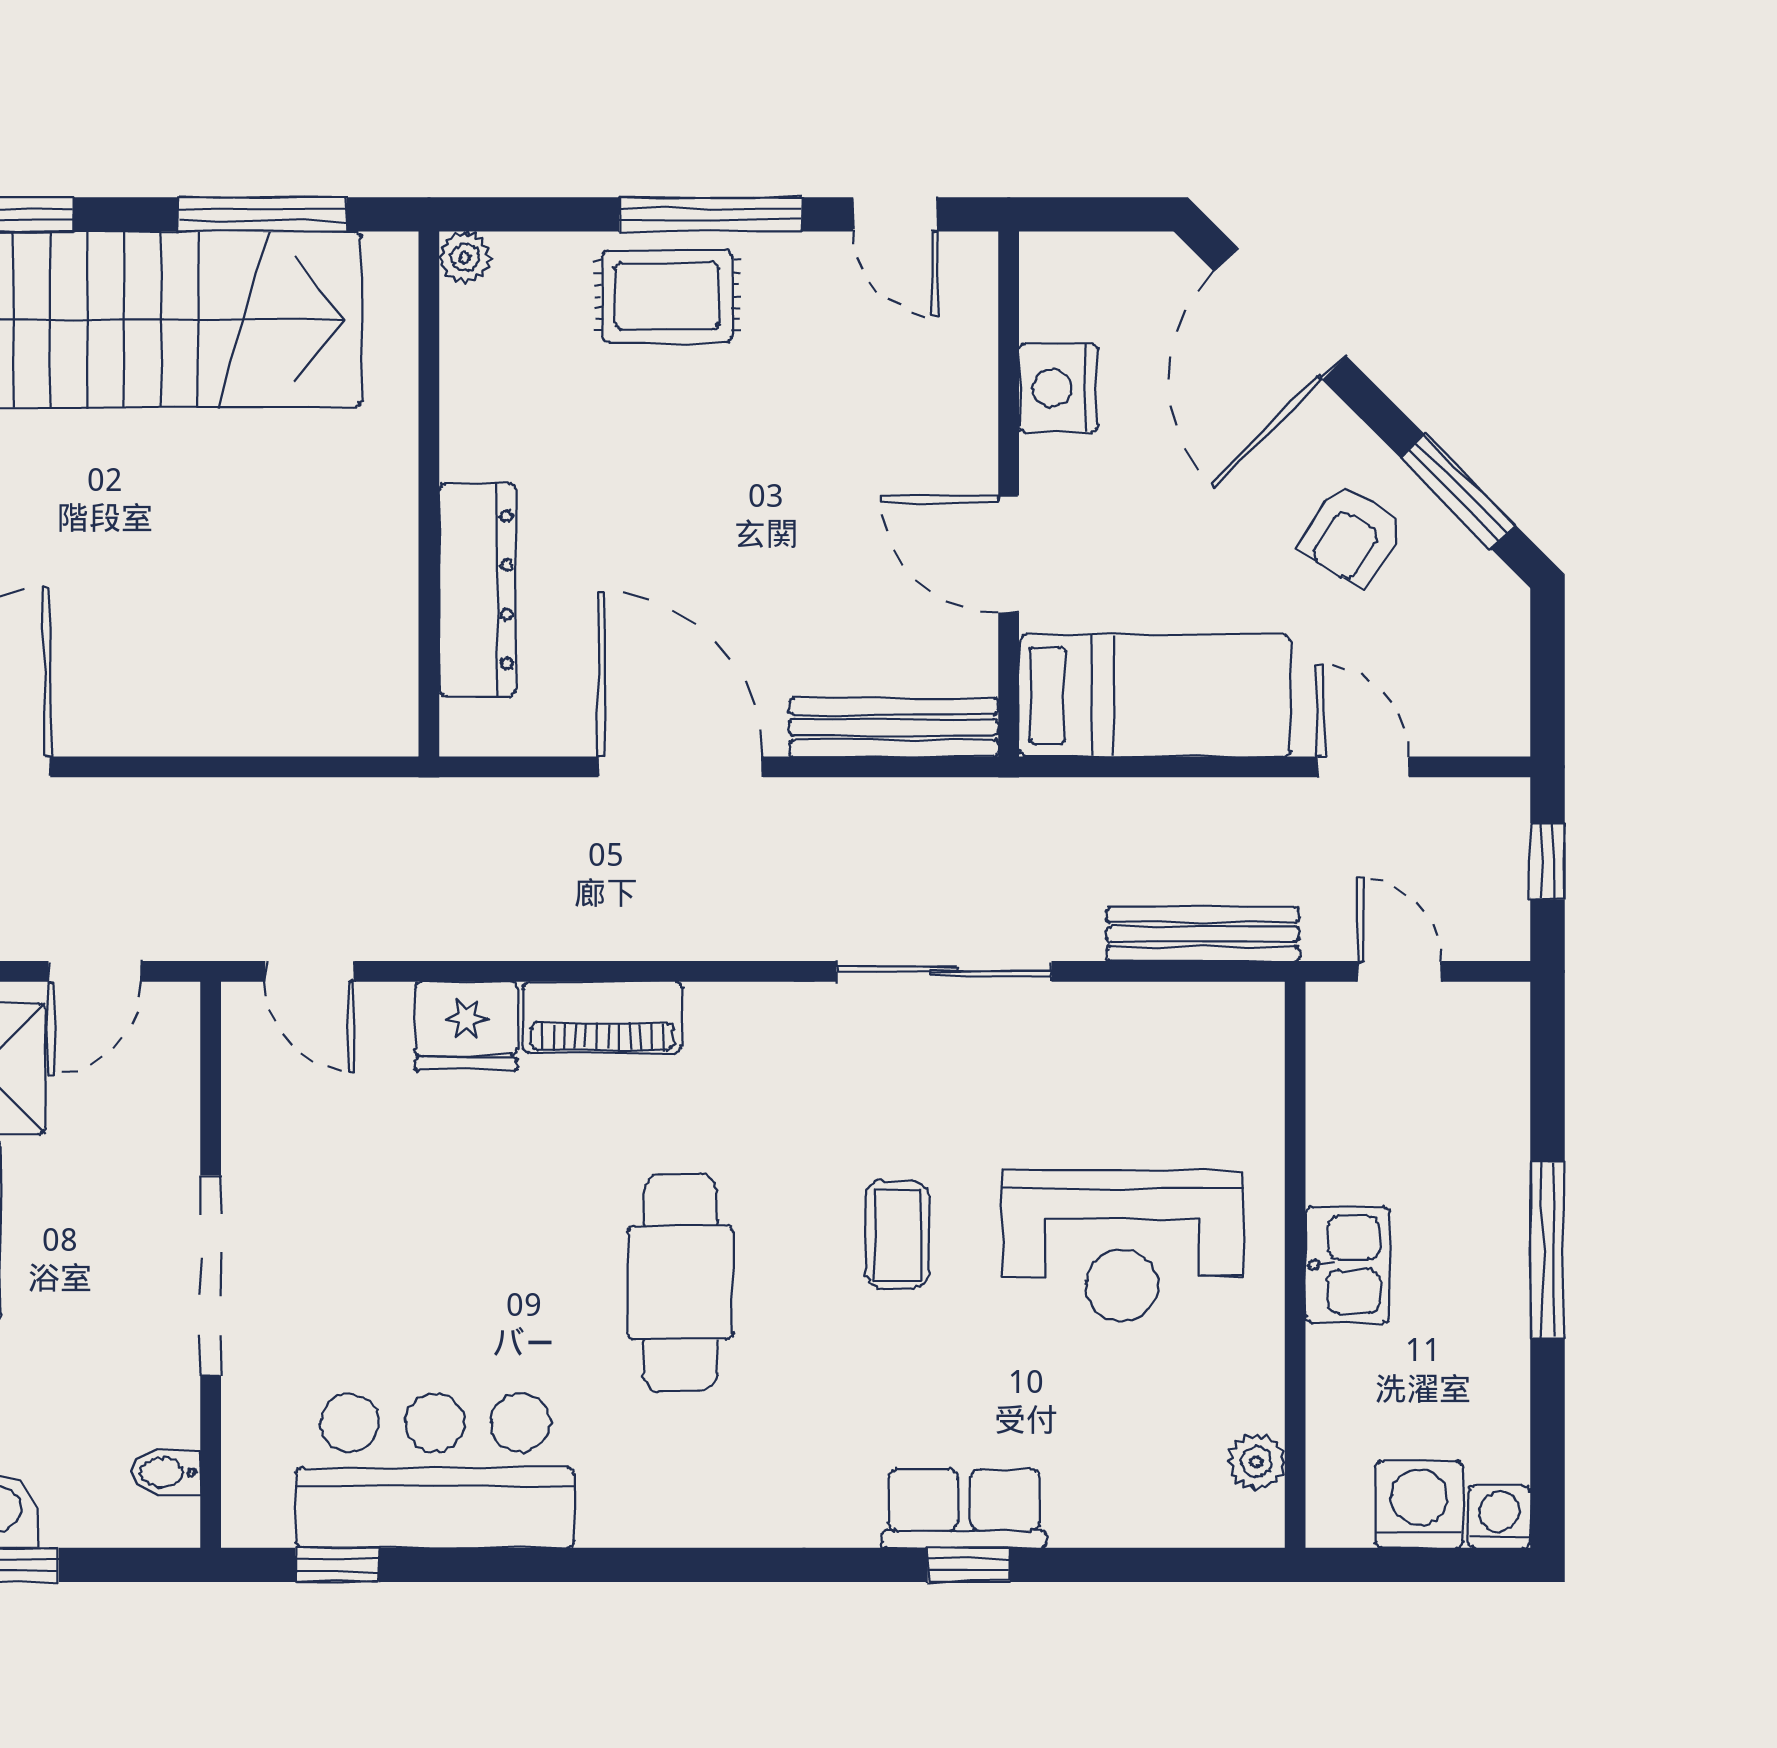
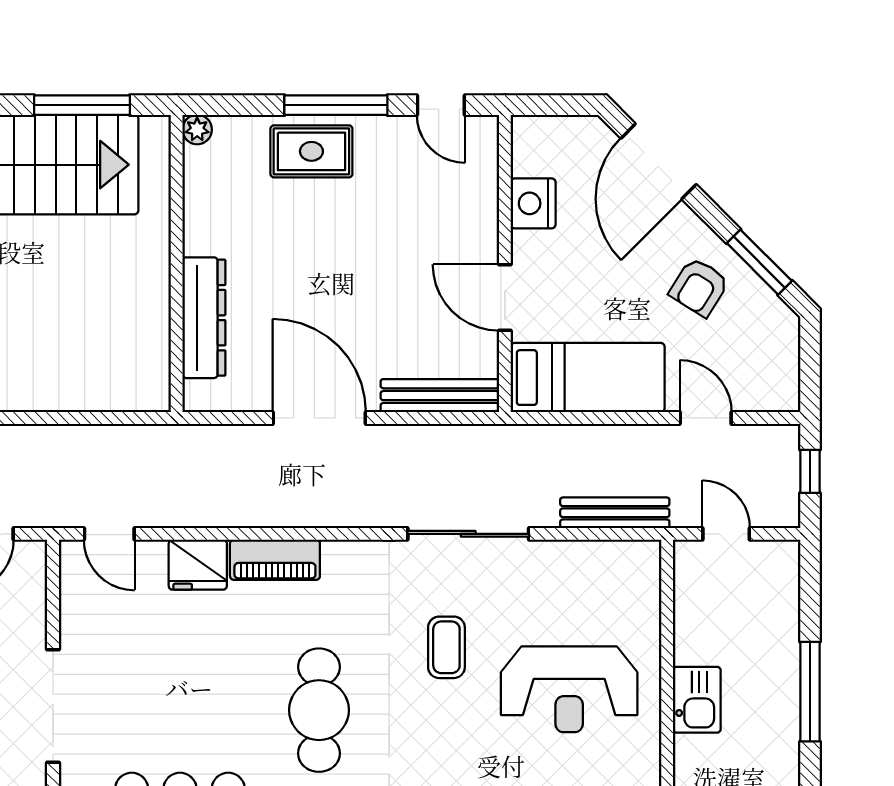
coffee table: (897, 1234) -> (446, 647), moved

